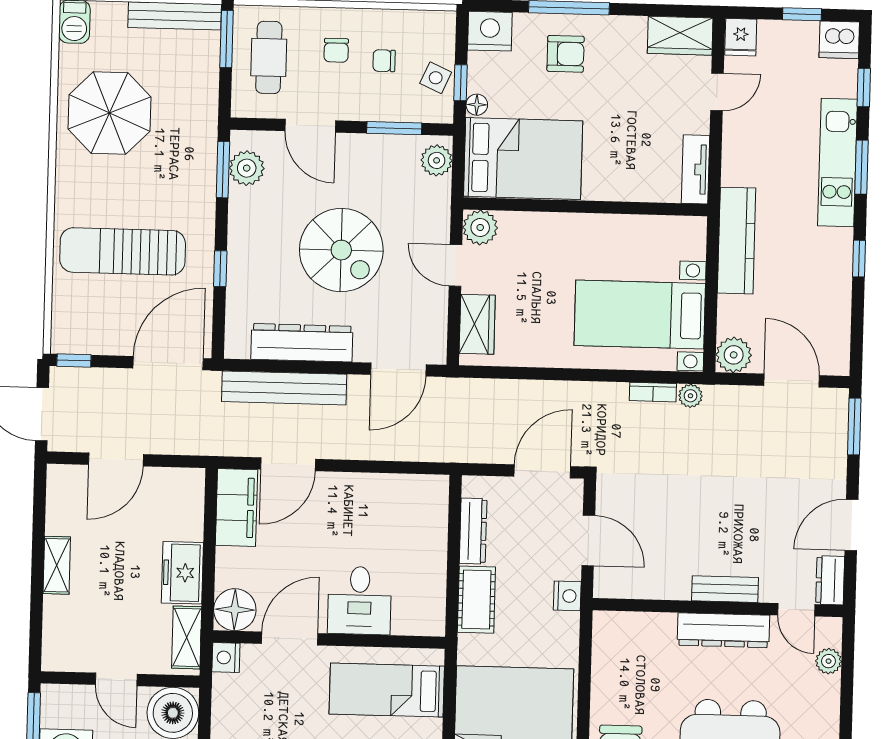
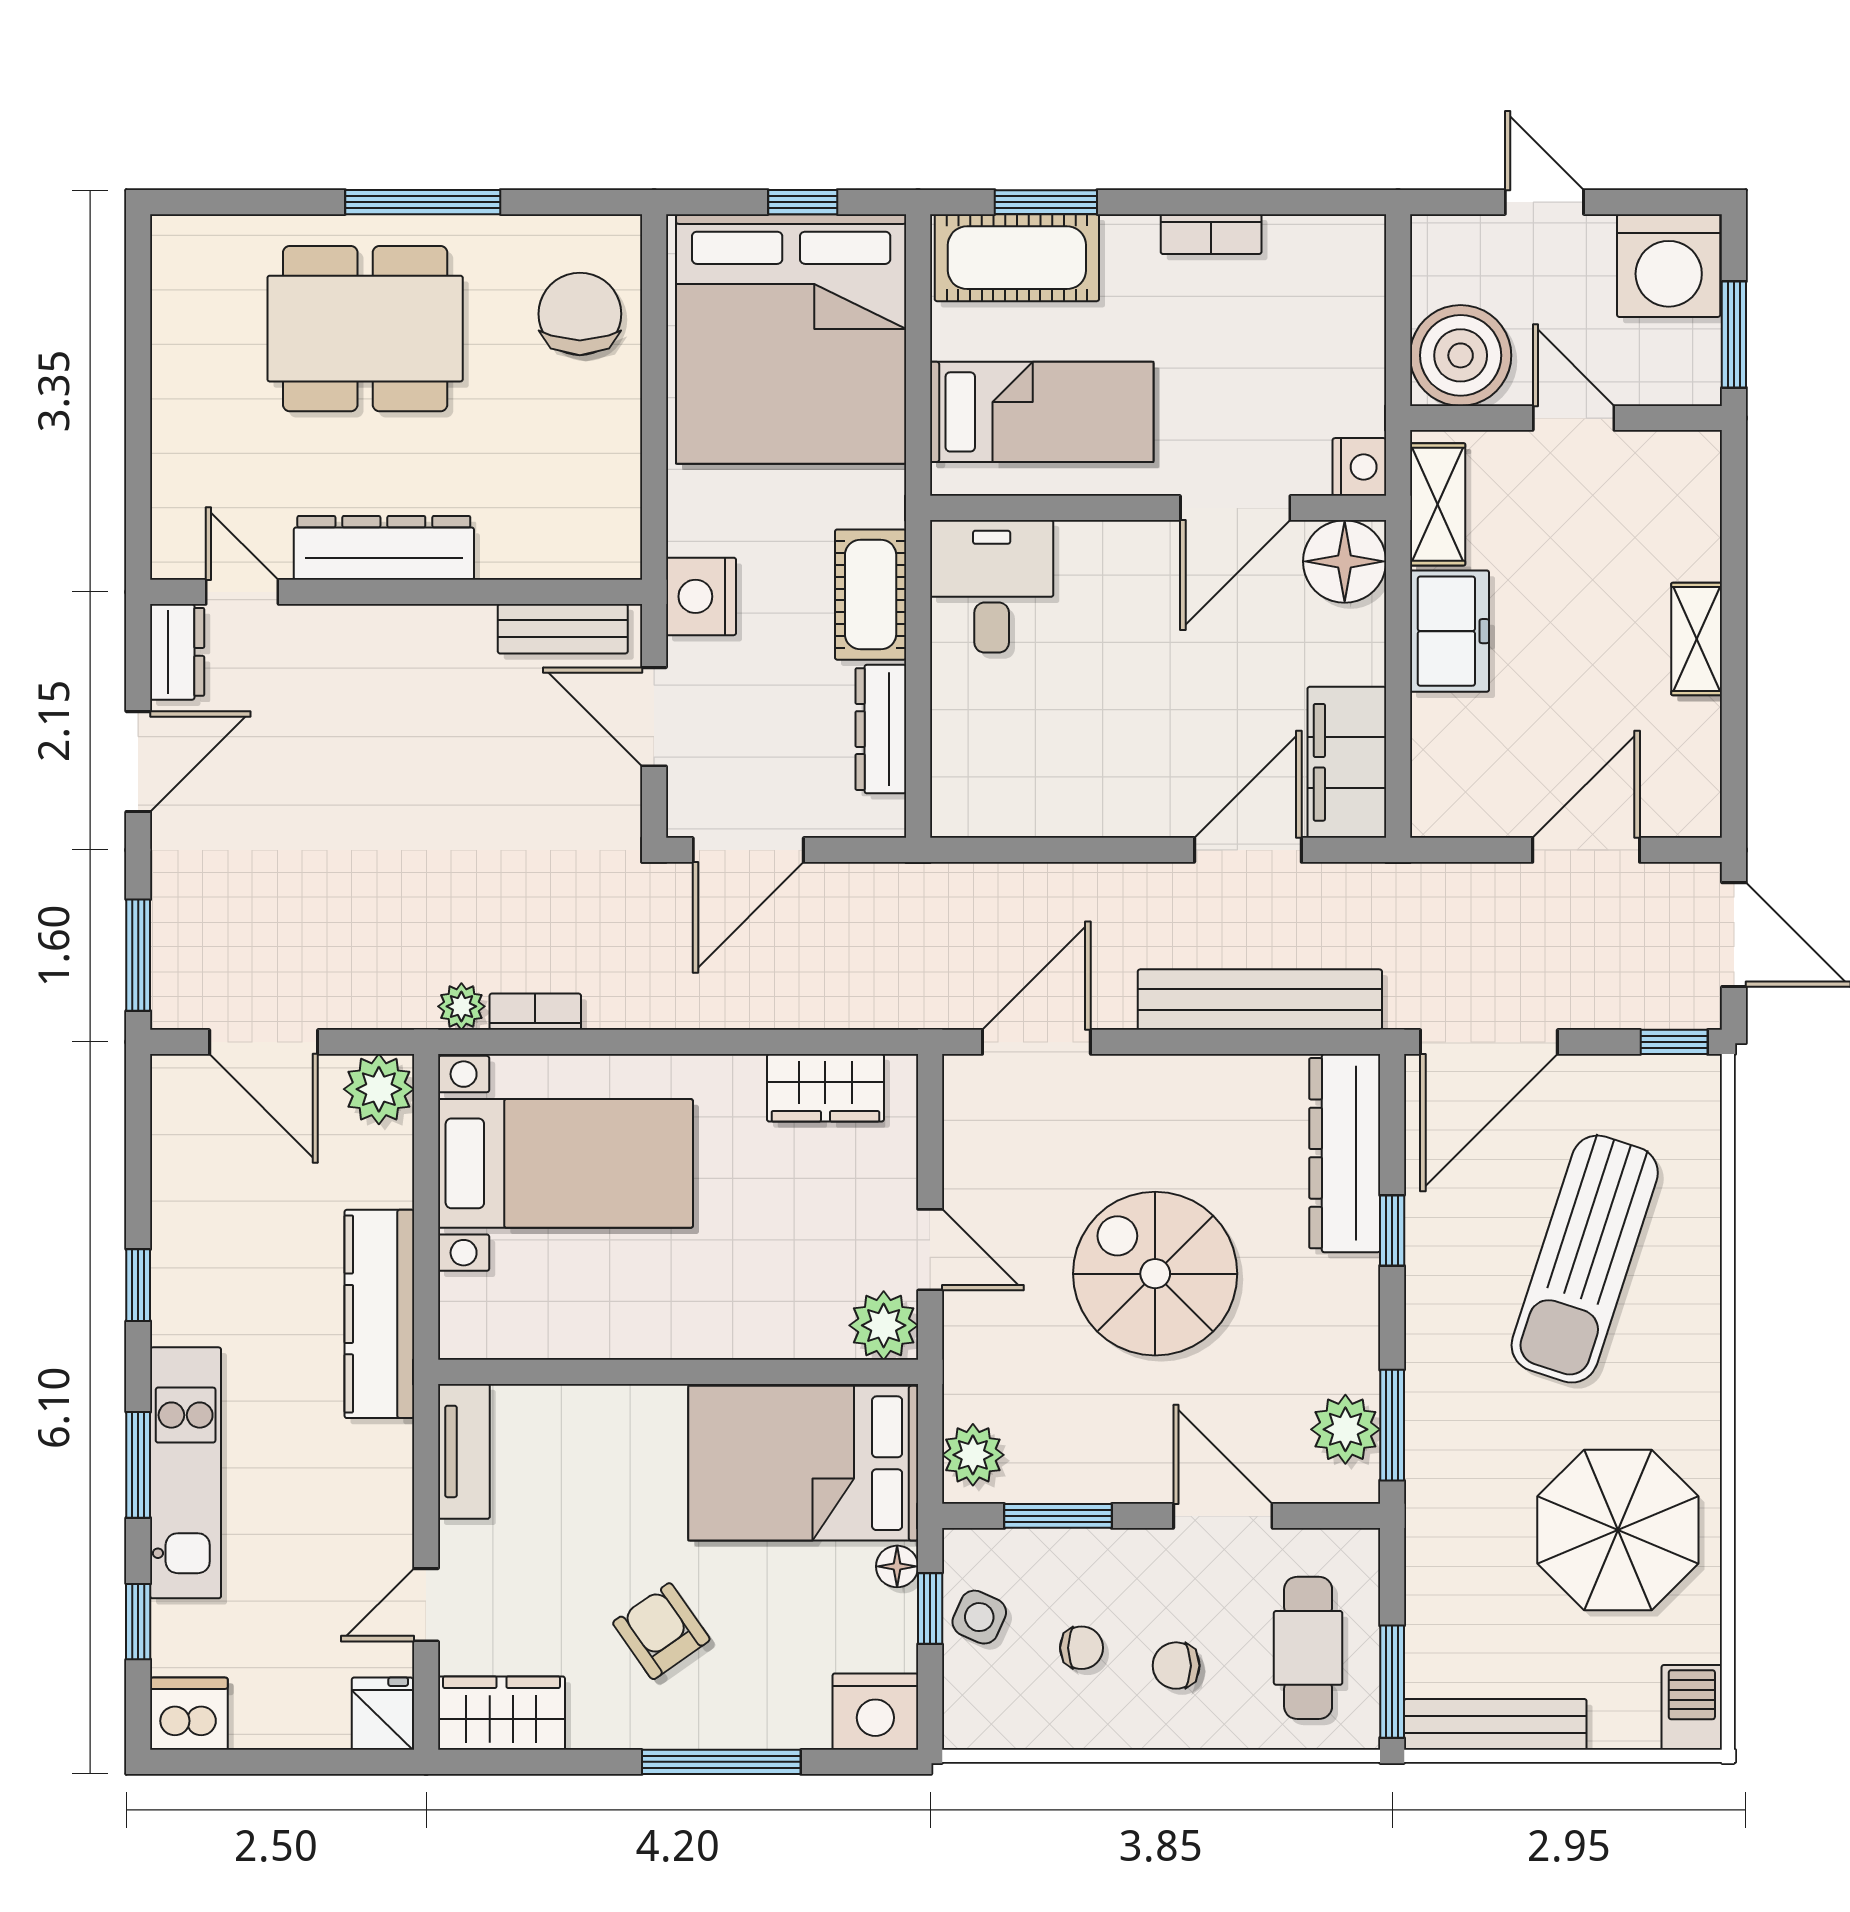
window: (802, 14) -> (263, 1762), removed
chair: (336, 50) -> (1176, 1666), turned -90
armchair: (566, 54) -> (661, 1631), moved, turned 55
sun lounger: (123, 251) -> (1585, 1259), turned 108
wardrobe: (477, 324) -> (825, 1088), moved, turned -90
dresser: (302, 343) -> (1345, 1153), moved, turned 90
bench: (725, 589) -> (563, 629), moved
nightstand: (567, 596) -> (701, 596), width x1.36, depth x1.33
desk: (360, 600) -> (992, 586), moved
plant: (829, 661) -> (176, 493), removed

